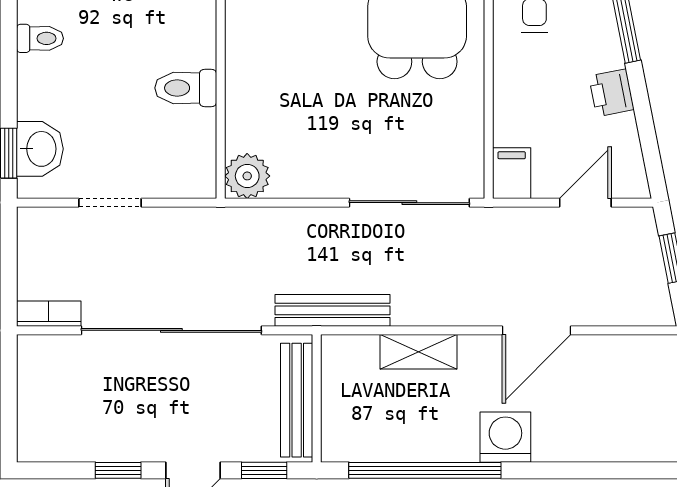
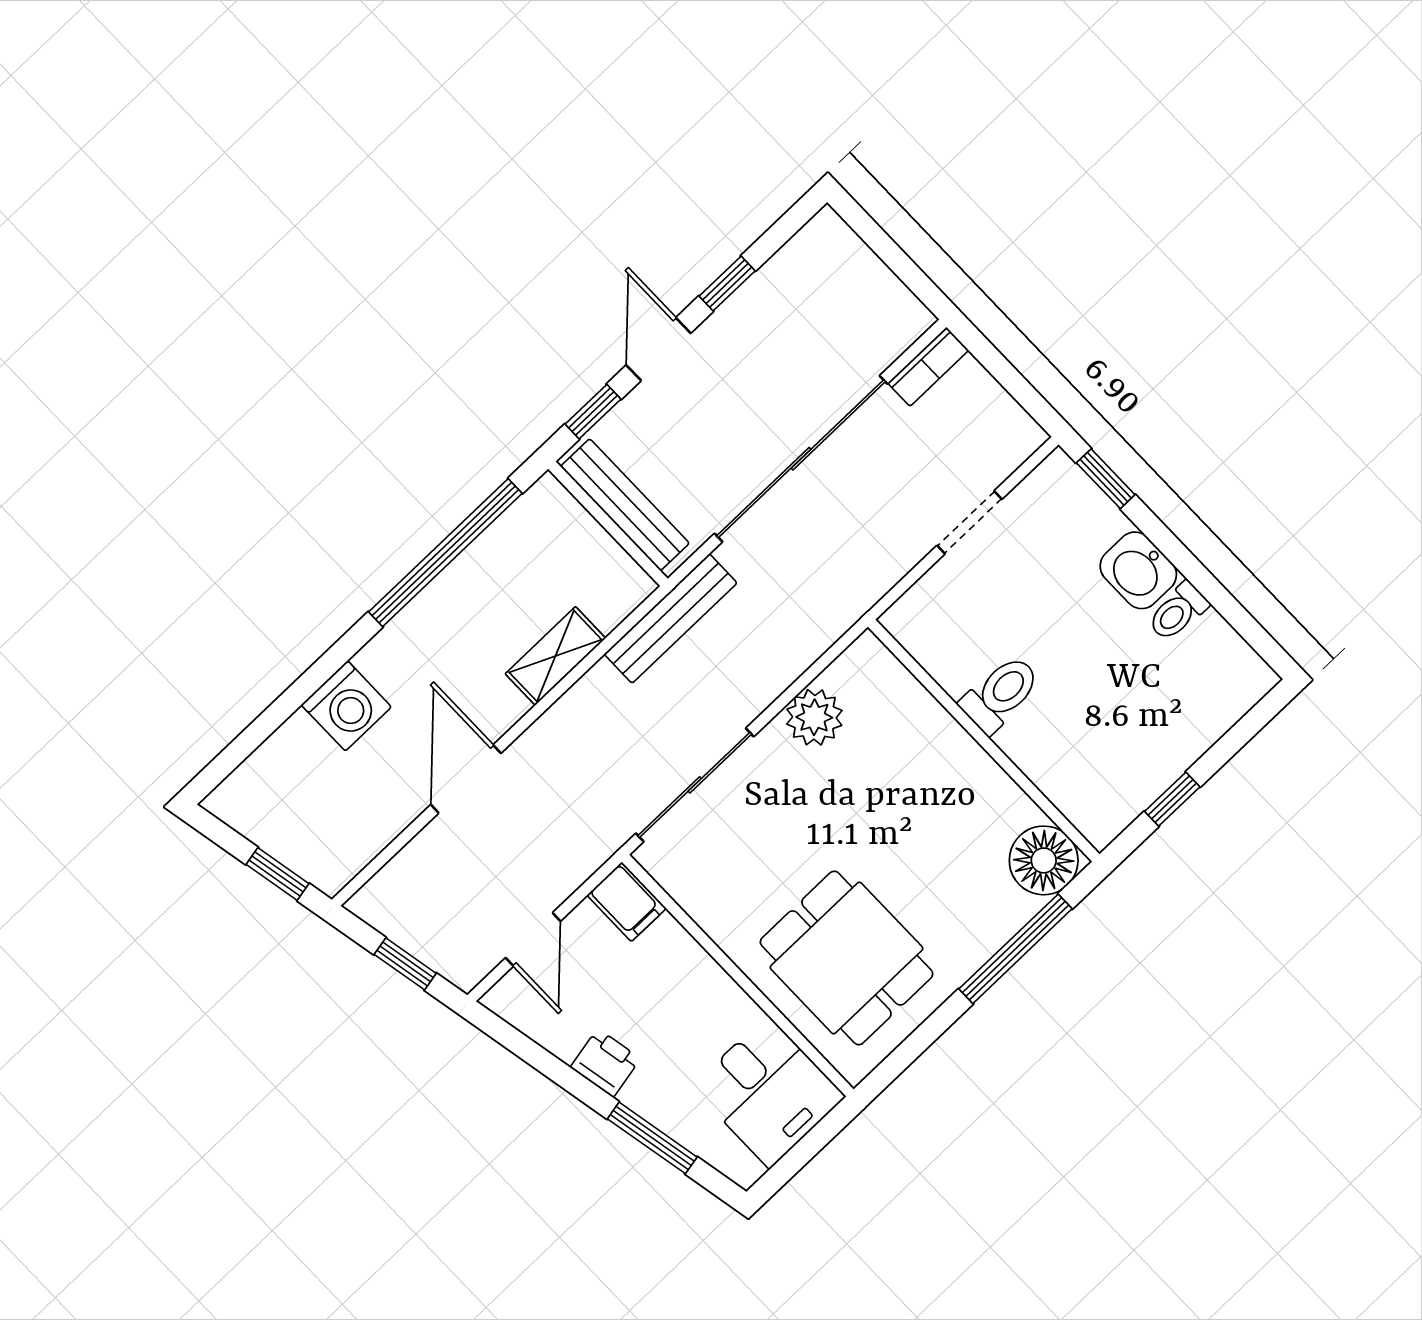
washbasin: (40, 149) -> (1138, 570), moved
plant: (247, 176) -> (814, 717), moved
washing machine: (505, 437) -> (346, 706), moved

